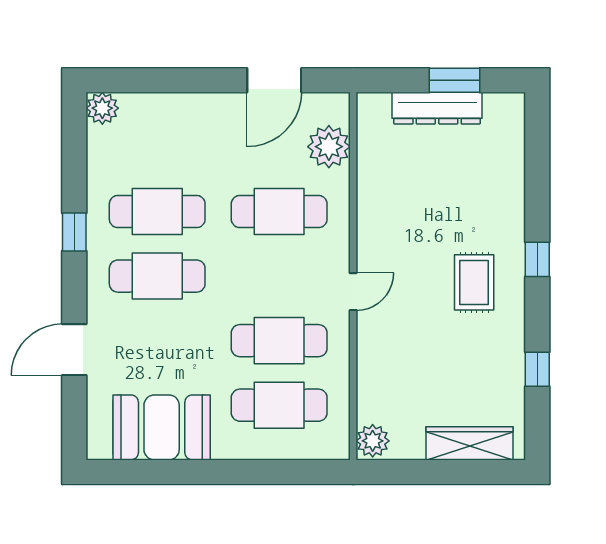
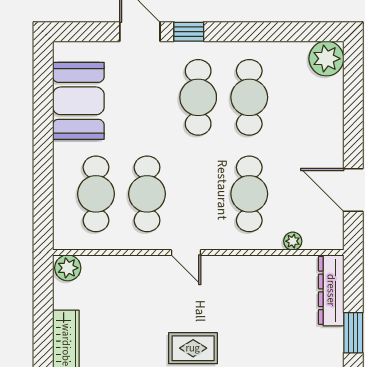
plant: (102, 108) -> (326, 59), width x1.36, depth x1.36
dresser: (437, 108) -> (331, 290), moved
plant: (329, 147) -> (293, 241), width x0.53, depth x0.53
window: (74, 232) -> (189, 32), moved

